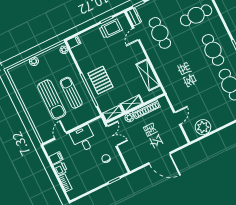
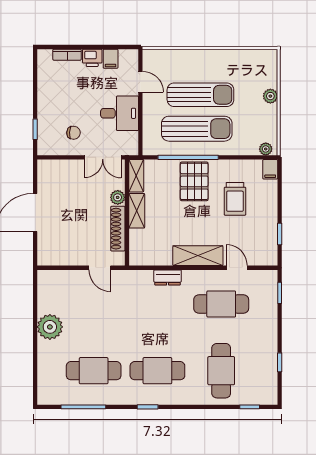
dresser: (134, 17) -> (168, 277), moved
trolley: (111, 29) -> (235, 199), moved
shelving: (148, 75) -> (198, 256), moved
pallet: (100, 80) -> (194, 181), turned 90
sun lounger: (71, 93) -> (197, 129), width x1.36, depth x1.34
sun lounger: (52, 100) -> (200, 95), turned 180
door: (177, 118) -> (100, 268), moved
plant: (203, 127) -> (50, 327), moved

